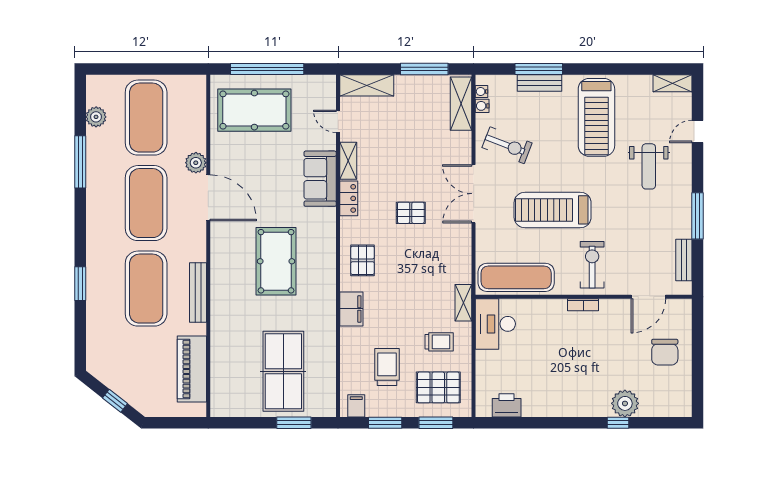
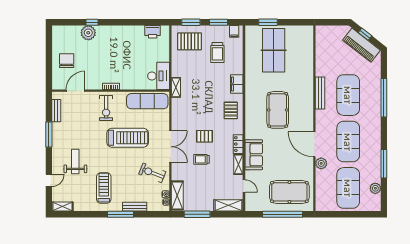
window: (539, 69) -> (120, 214), moved
treadmill: (596, 117) -> (104, 188), width x0.73, depth x0.73
window: (80, 284) -> (384, 98), width x2.11
trolley: (439, 342) -> (201, 159), moved
piano: (192, 369) -> (361, 45), moved, turned 128

